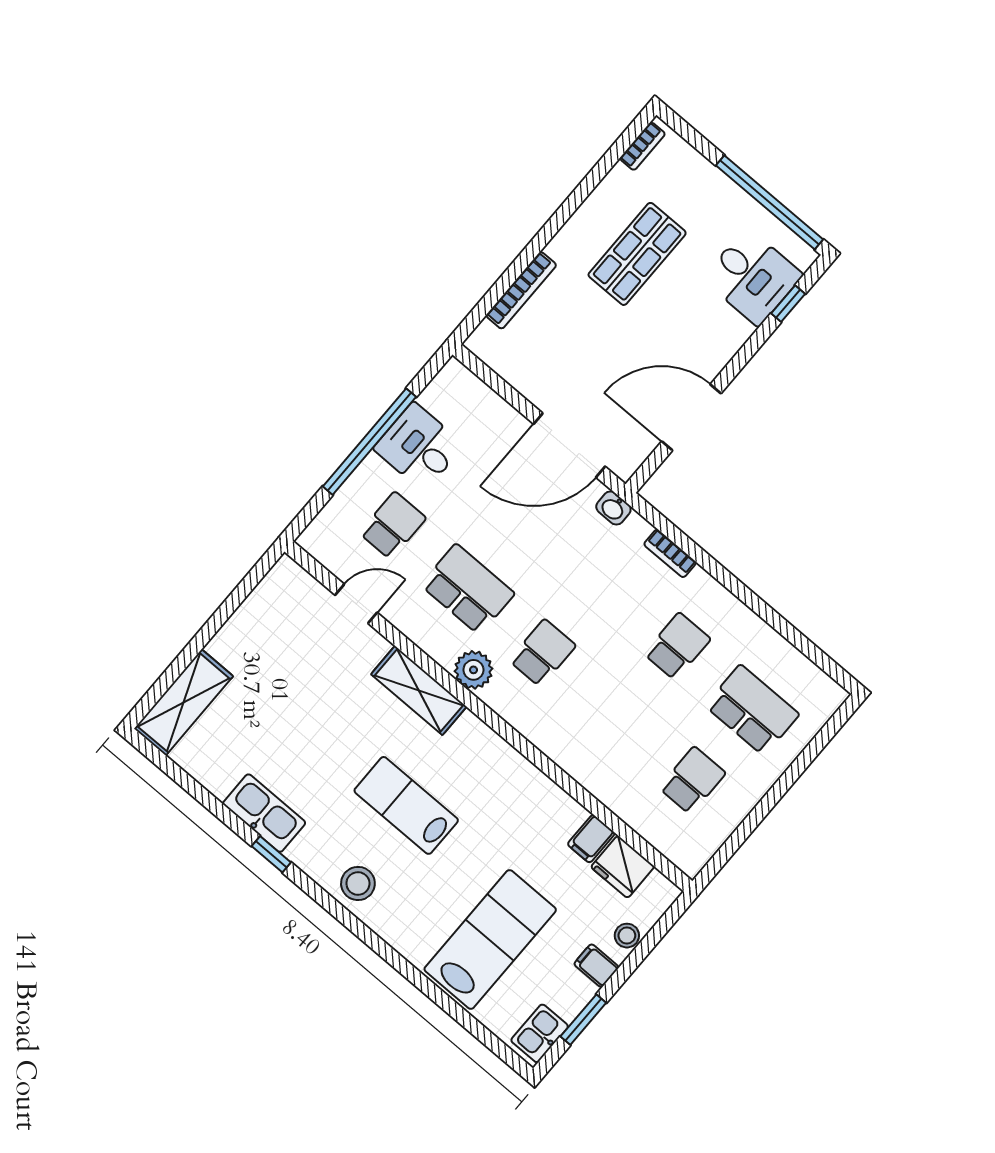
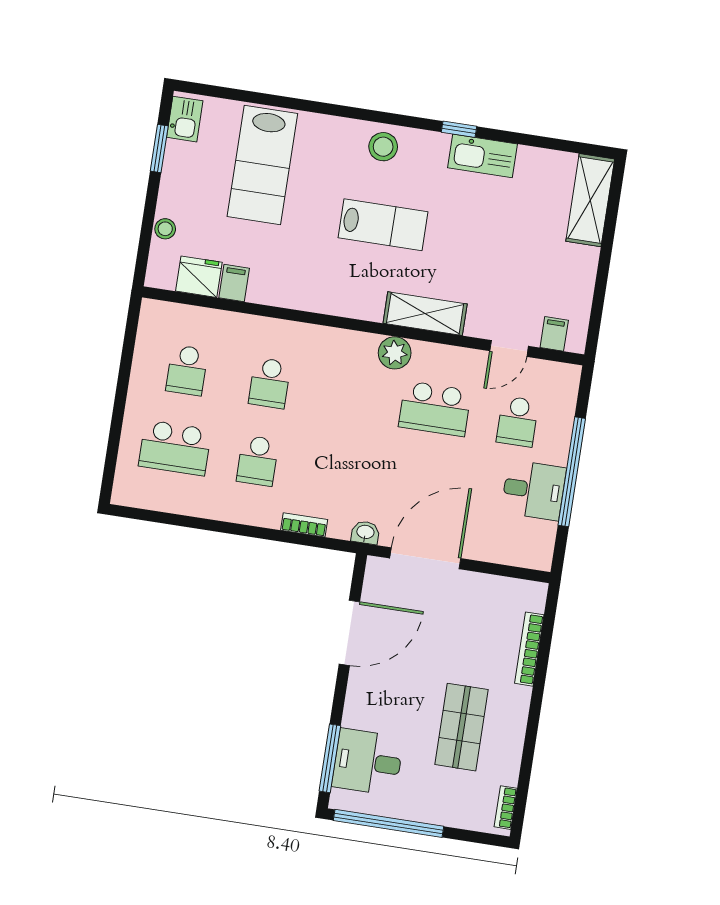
window: (788, 304) -> (330, 758), width x2.17
school desk: (542, 653) -> (270, 383), moved
filing cabinet: (596, 966) -> (554, 334), moved, turned -90

